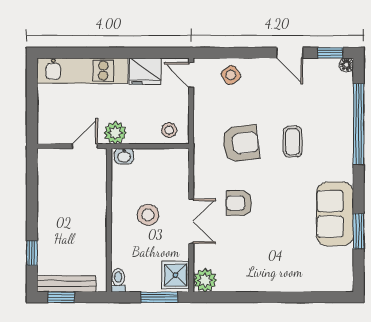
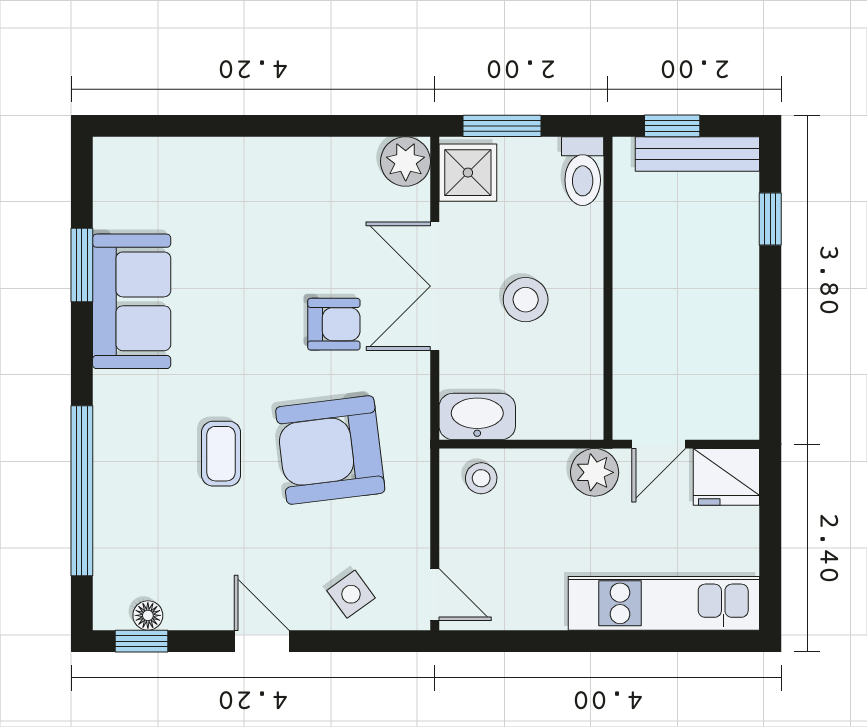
door: (290, 53) -> (262, 641), moved
floor lamp: (346, 65) -> (148, 615), moved
fridge: (145, 71) -> (726, 477), moved, turned 180
armchair: (241, 143) -> (330, 450), width x1.36, depth x1.36
washbasin: (124, 156) -> (477, 416), moved, width x1.91, depth x1.45
double door: (191, 221) -> (435, 286), width x1.37
toilet: (118, 280) -> (583, 171), width x1.37, depth x1.39
window: (61, 297) -> (672, 126), moved

